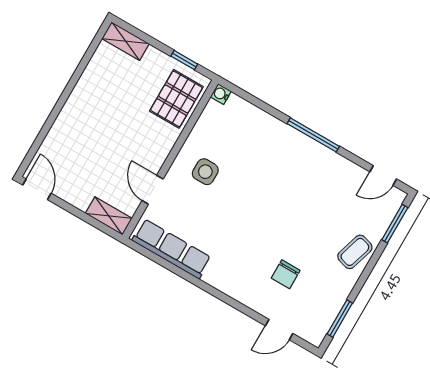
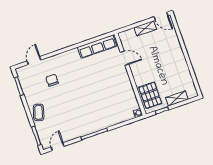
shelving: (126, 41) -> (177, 98), moved
side table: (205, 172) -> (115, 83), removed
shelving: (109, 216) -> (145, 28), moved

